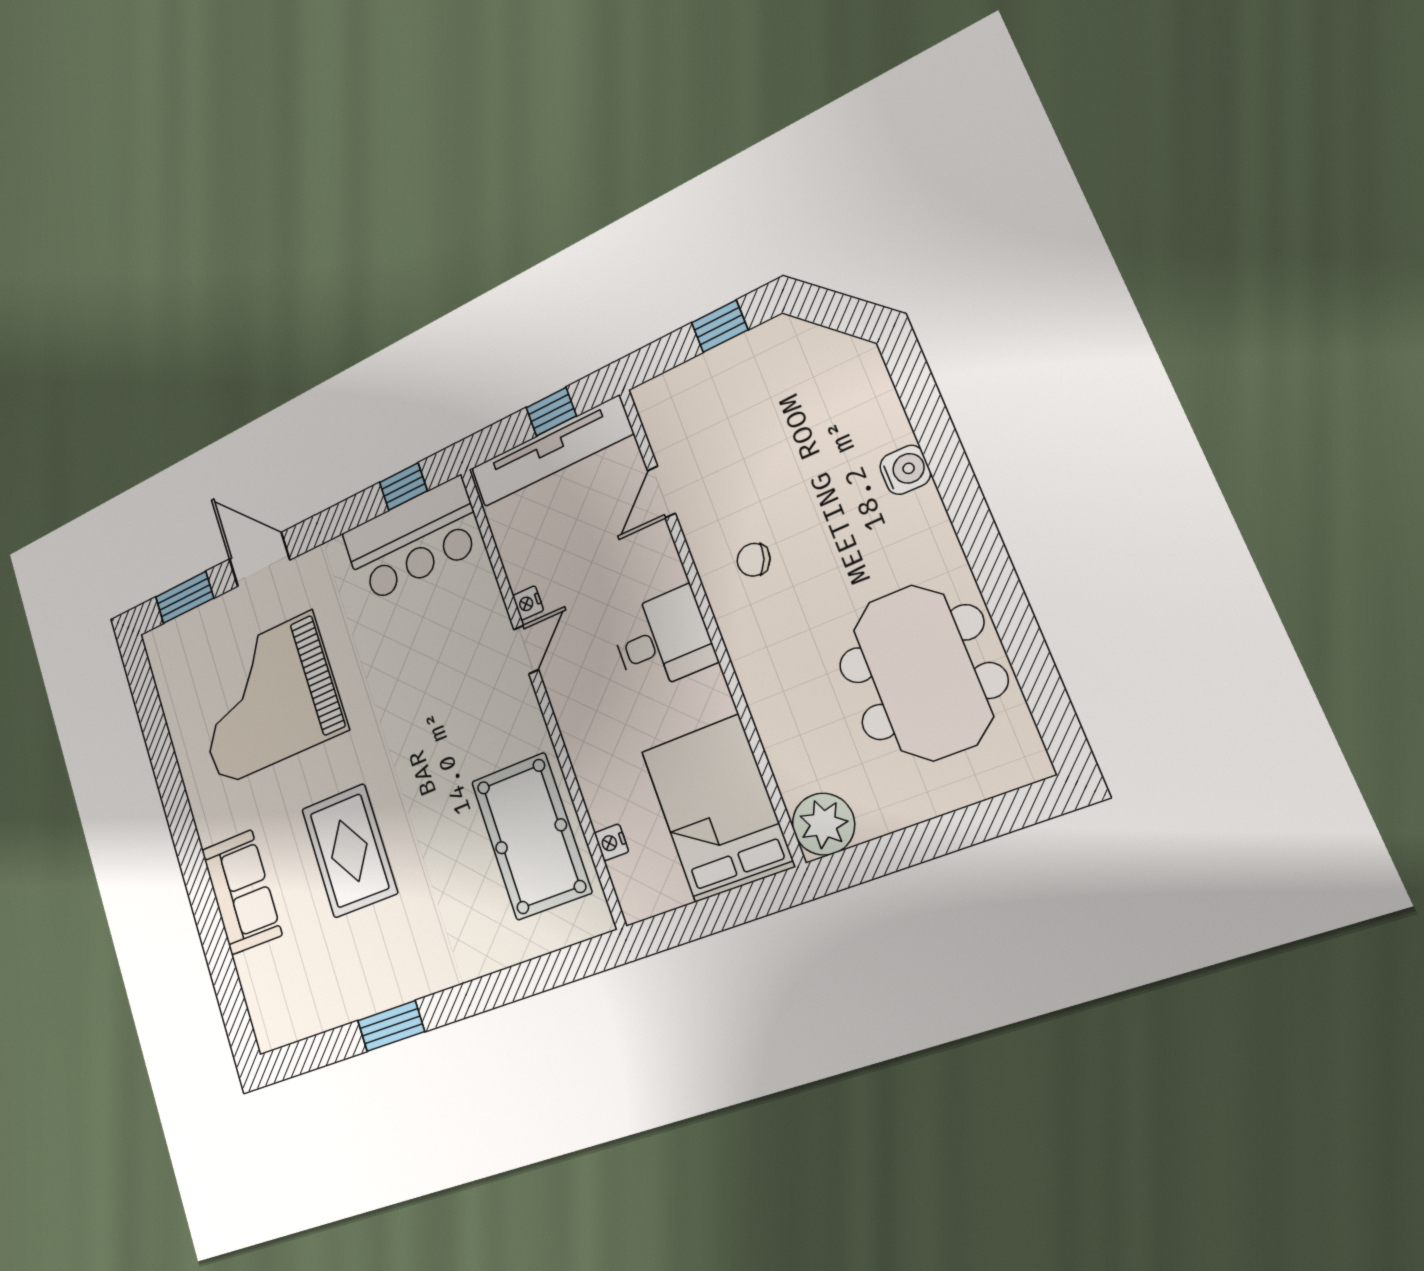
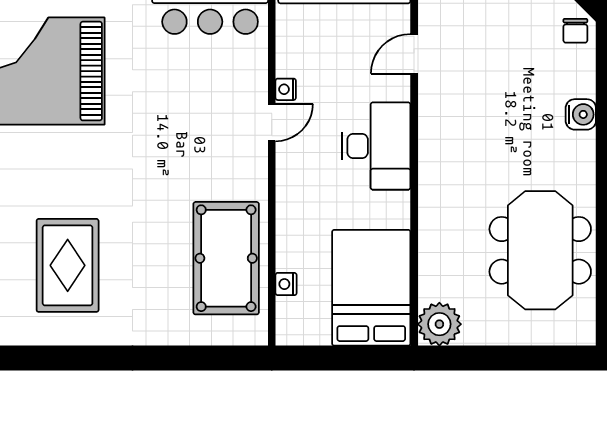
chair: (754, 560) -> (575, 31), moved, turned -110
desk: (663, 640) -> (376, 146), width x1.37
rug: (349, 851) -> (68, 265), moved
window: (391, 1026) -> (61, 358), removed

